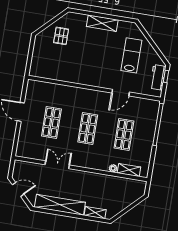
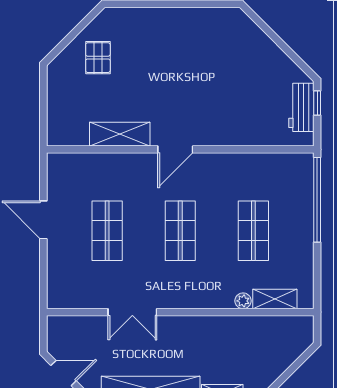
shelving: (102, 23) -> (120, 134), moved
lab bench: (131, 55) -> (242, 73), removed
door: (121, 93) -> (175, 149), moved
double door: (57, 165) -> (132, 312), swing flipped

